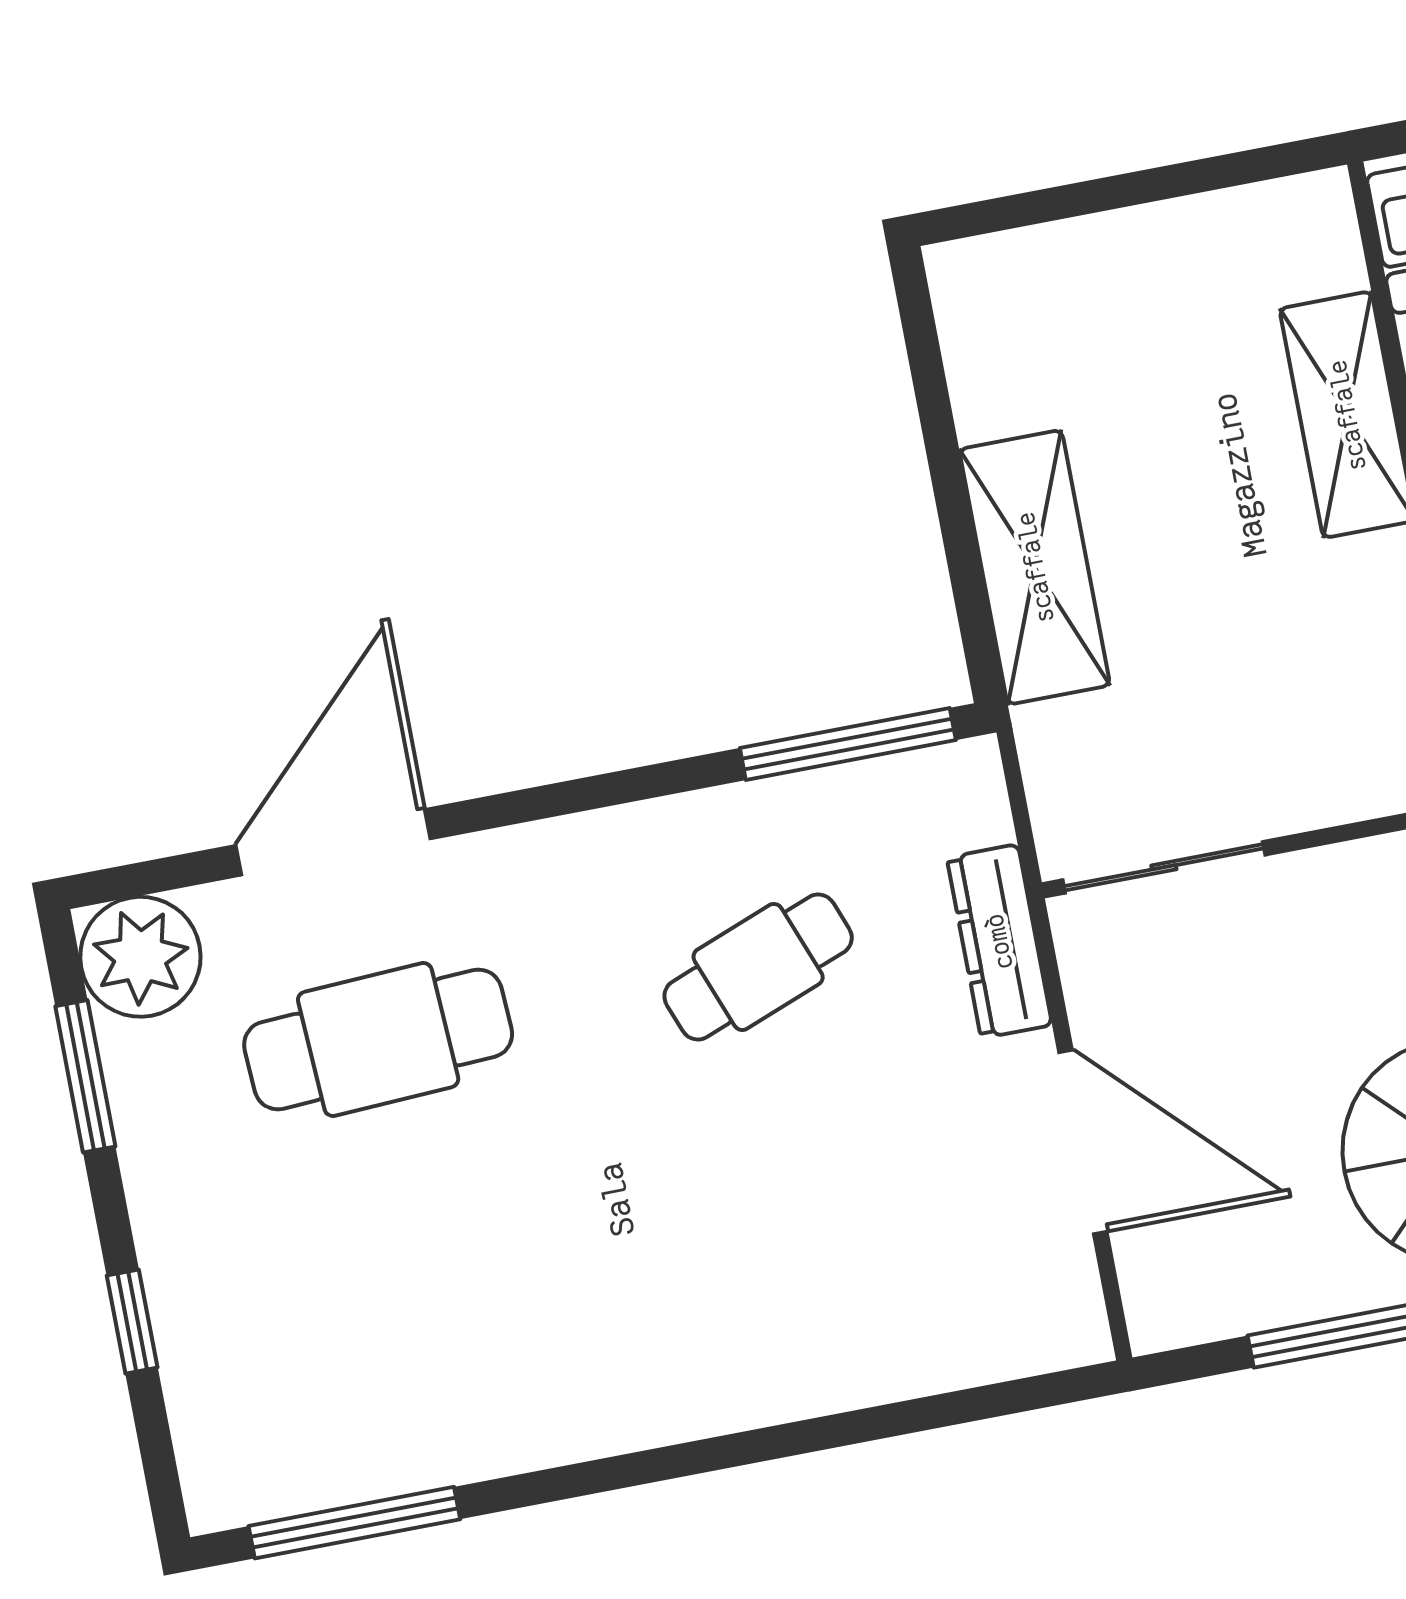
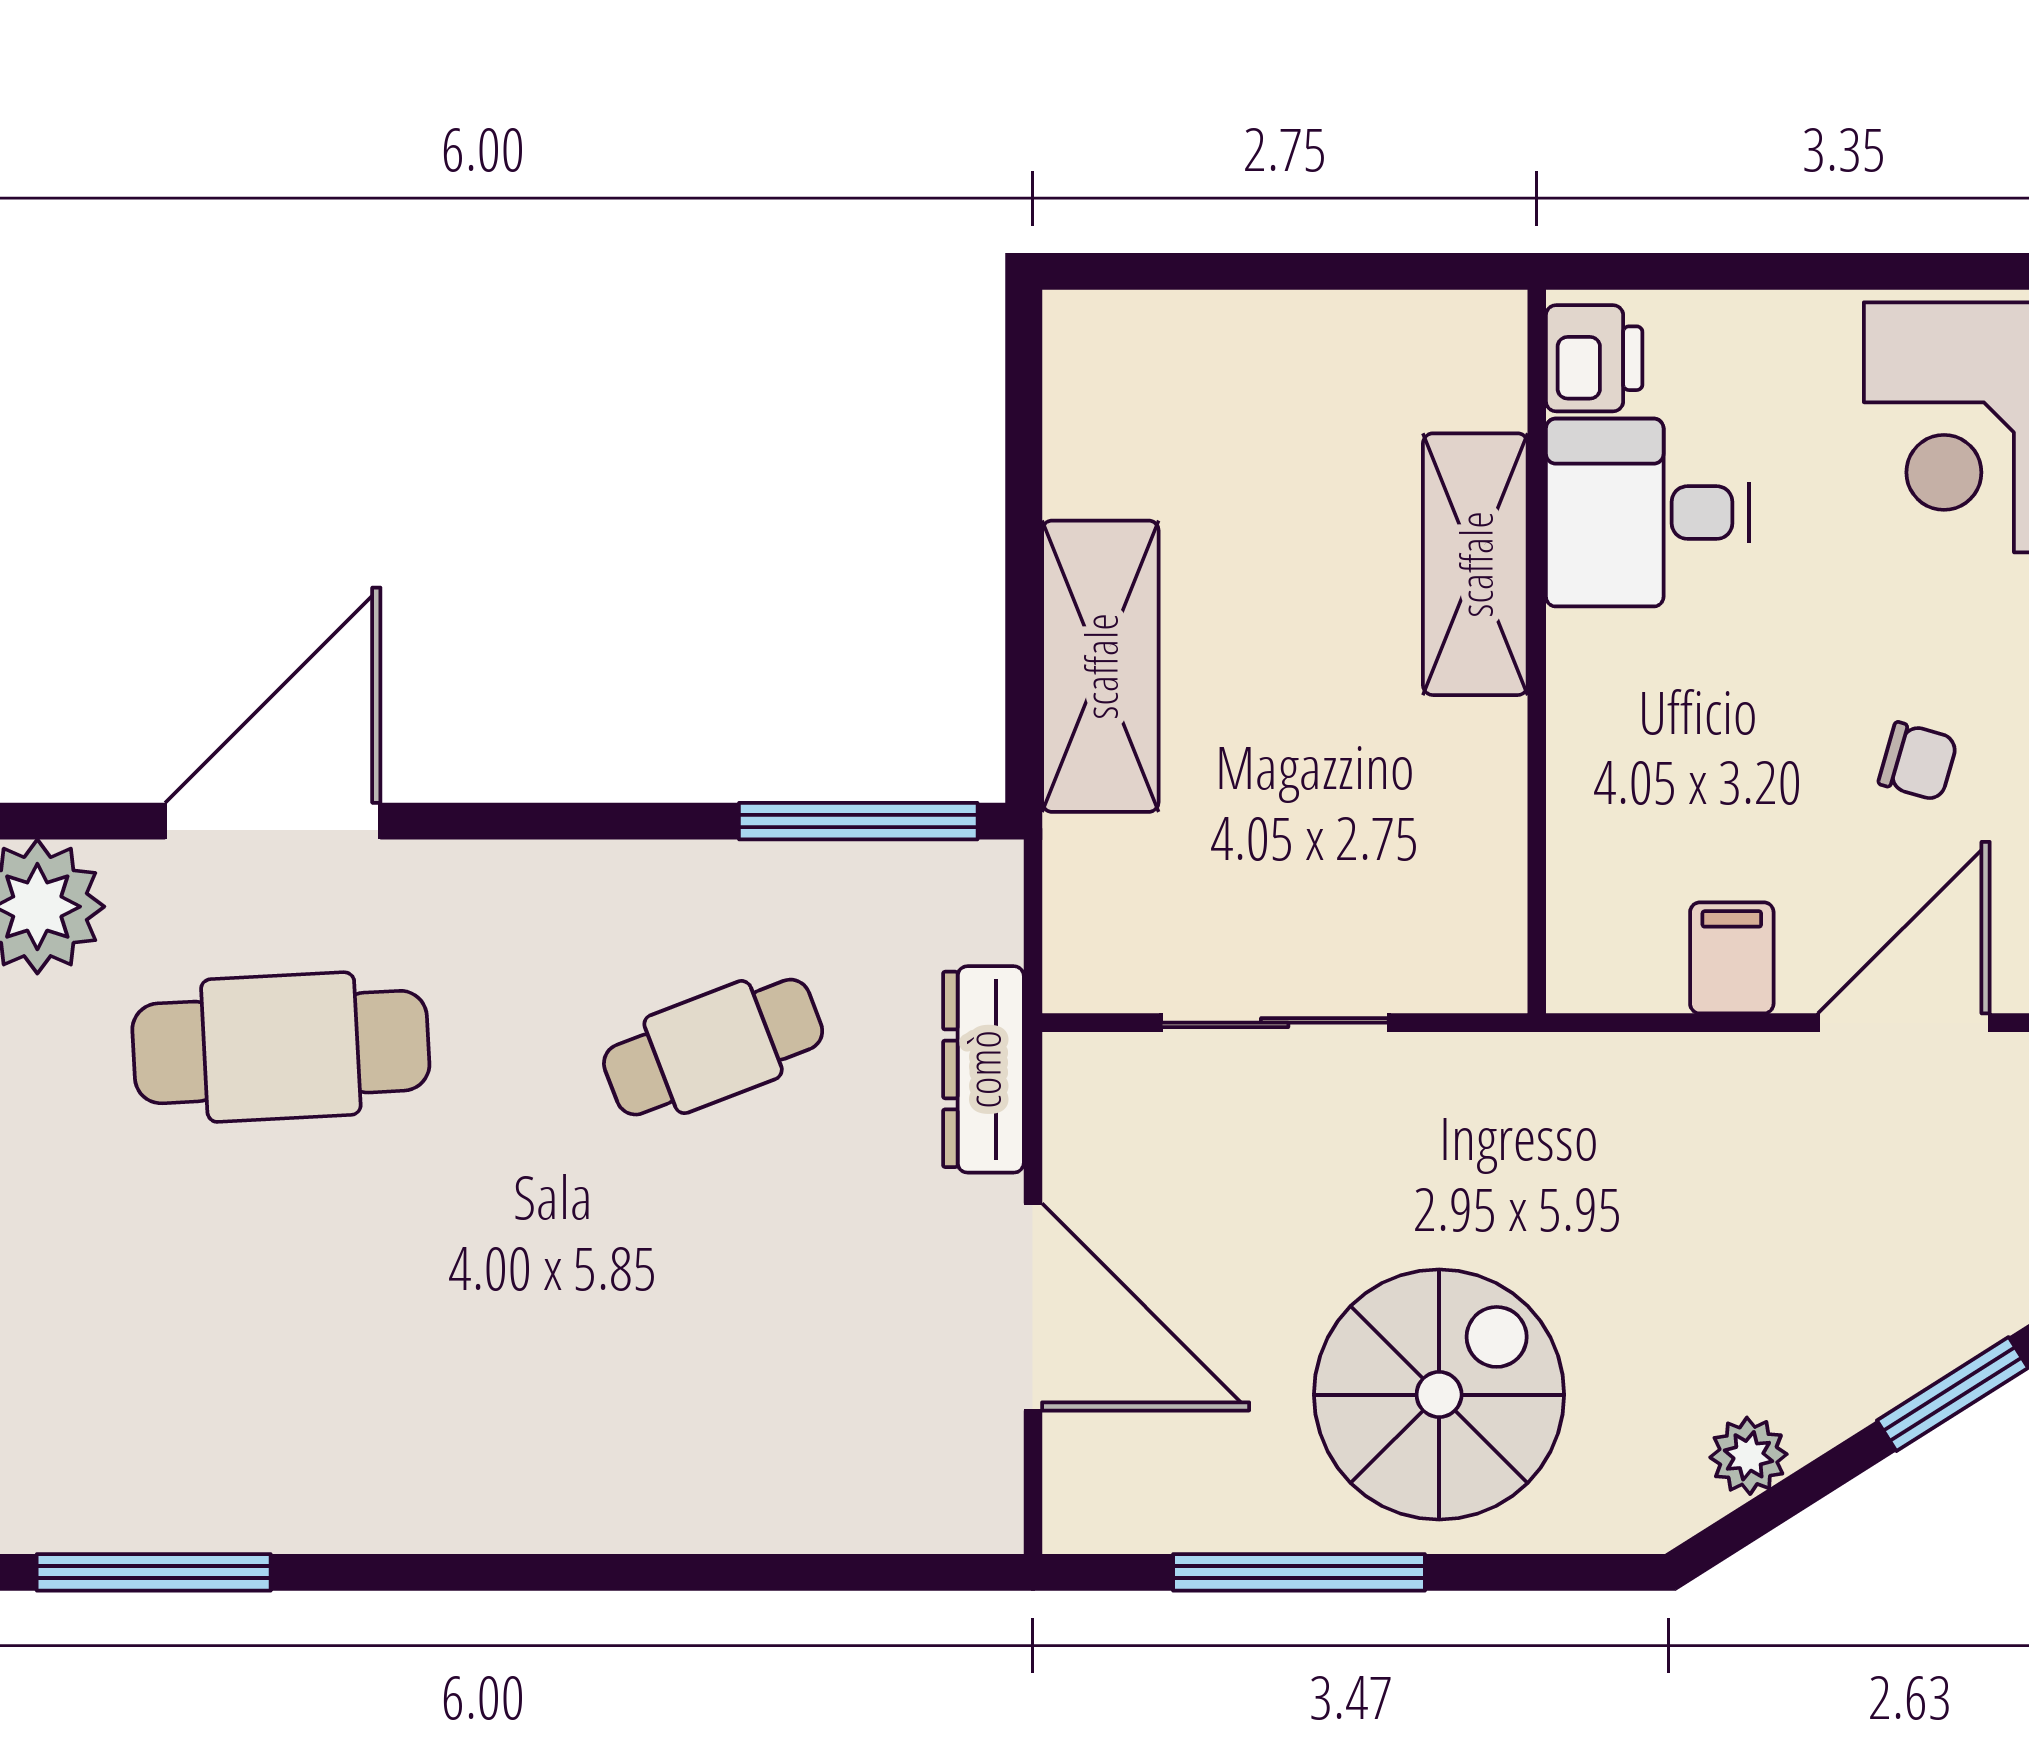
sliding door: (1164, 867) -> (1275, 1023), moved

